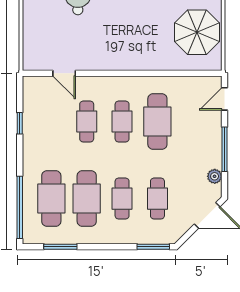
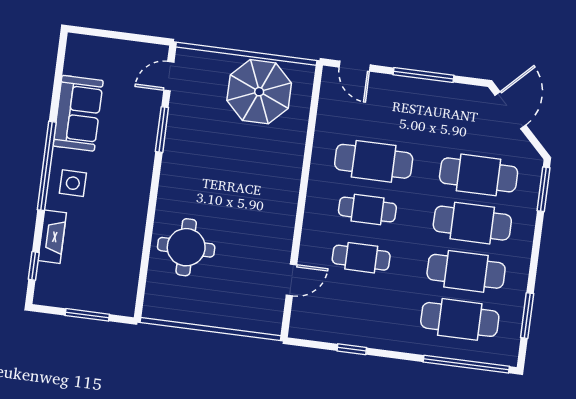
plant: (215, 176) -> (458, 93), removed
cafe table: (122, 199) -> (472, 223), width x1.37, depth x1.35
cafe table: (157, 199) -> (479, 175), width x1.37, depth x1.35

